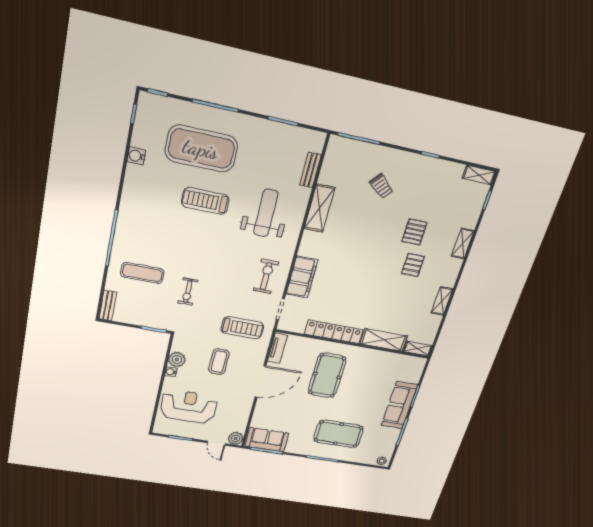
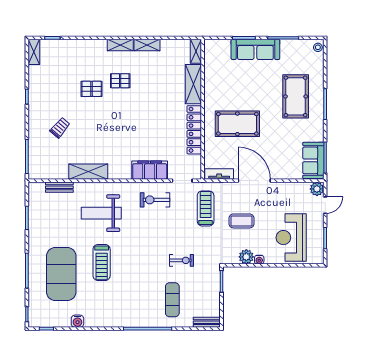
shelving: (463, 244) -> (120, 45), moved

